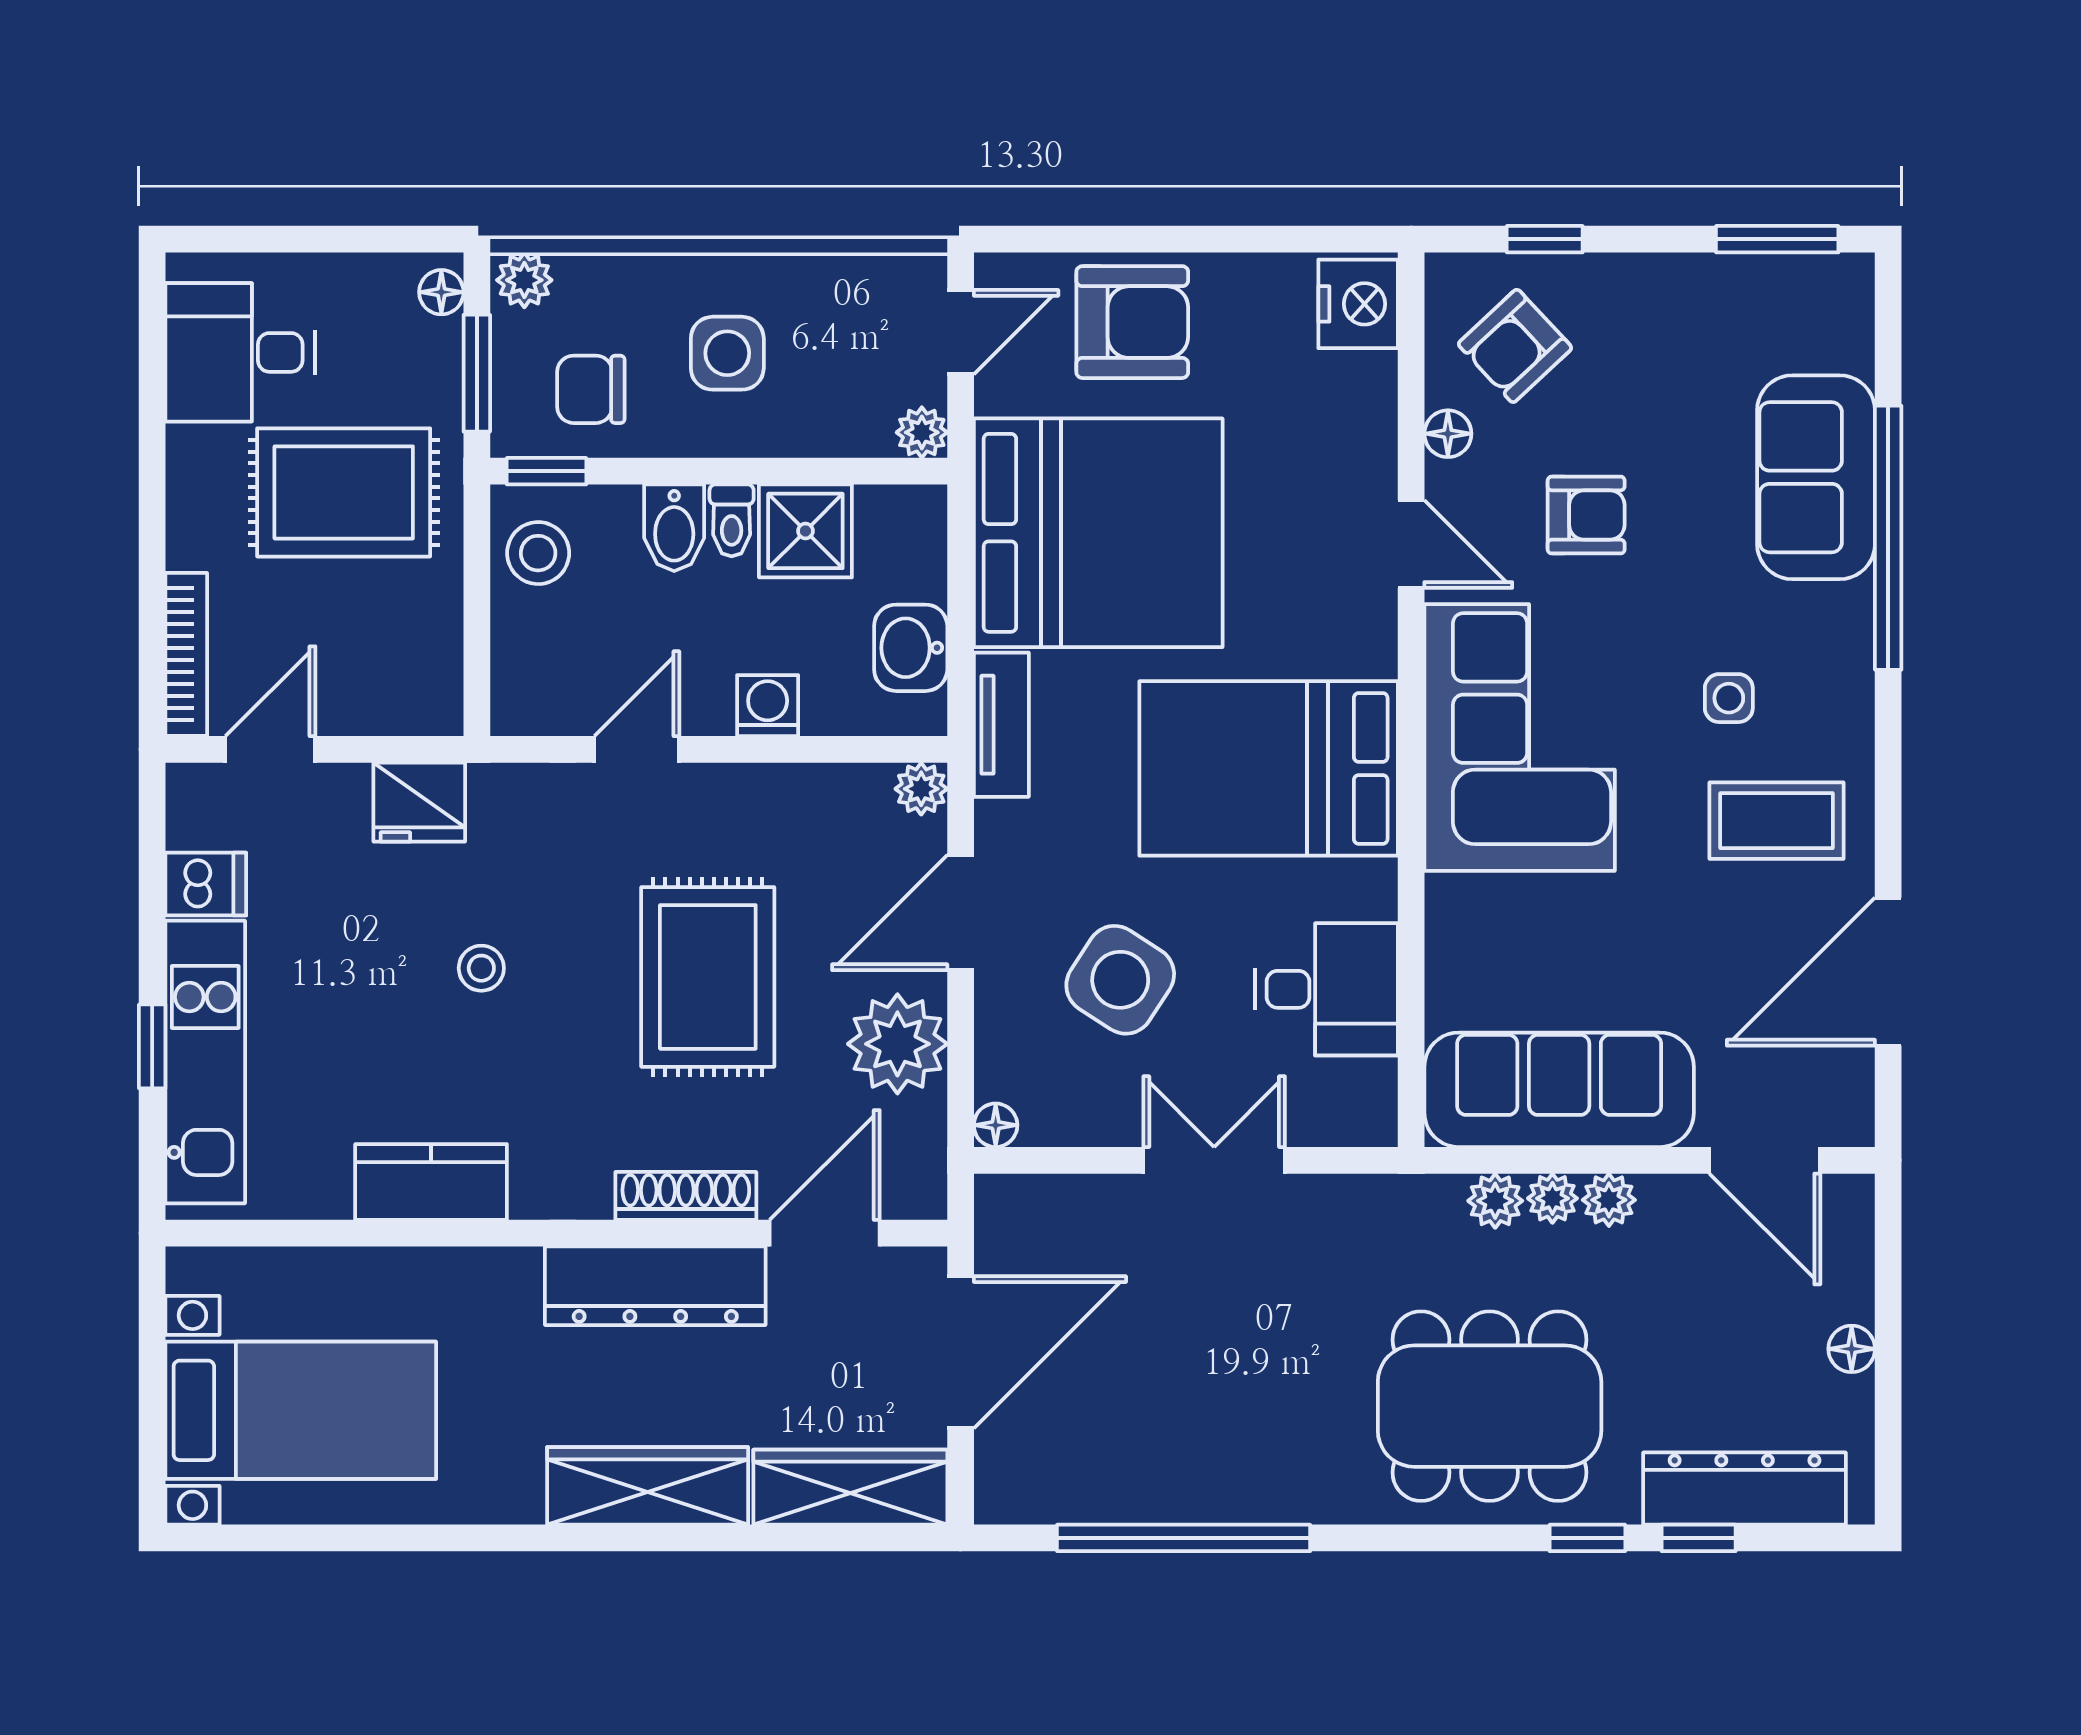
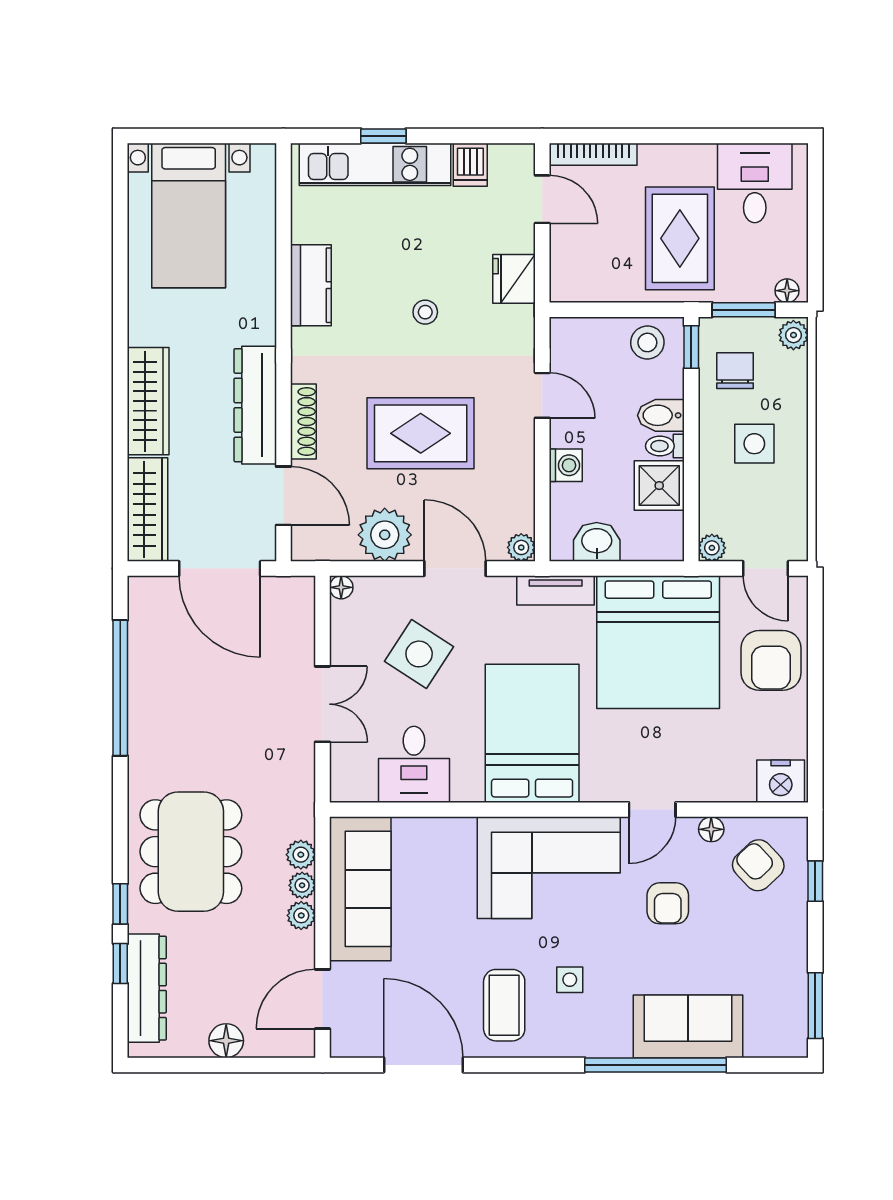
floor lamp: (1852, 1349) -> (226, 1041), width x1.37, depth x1.37

